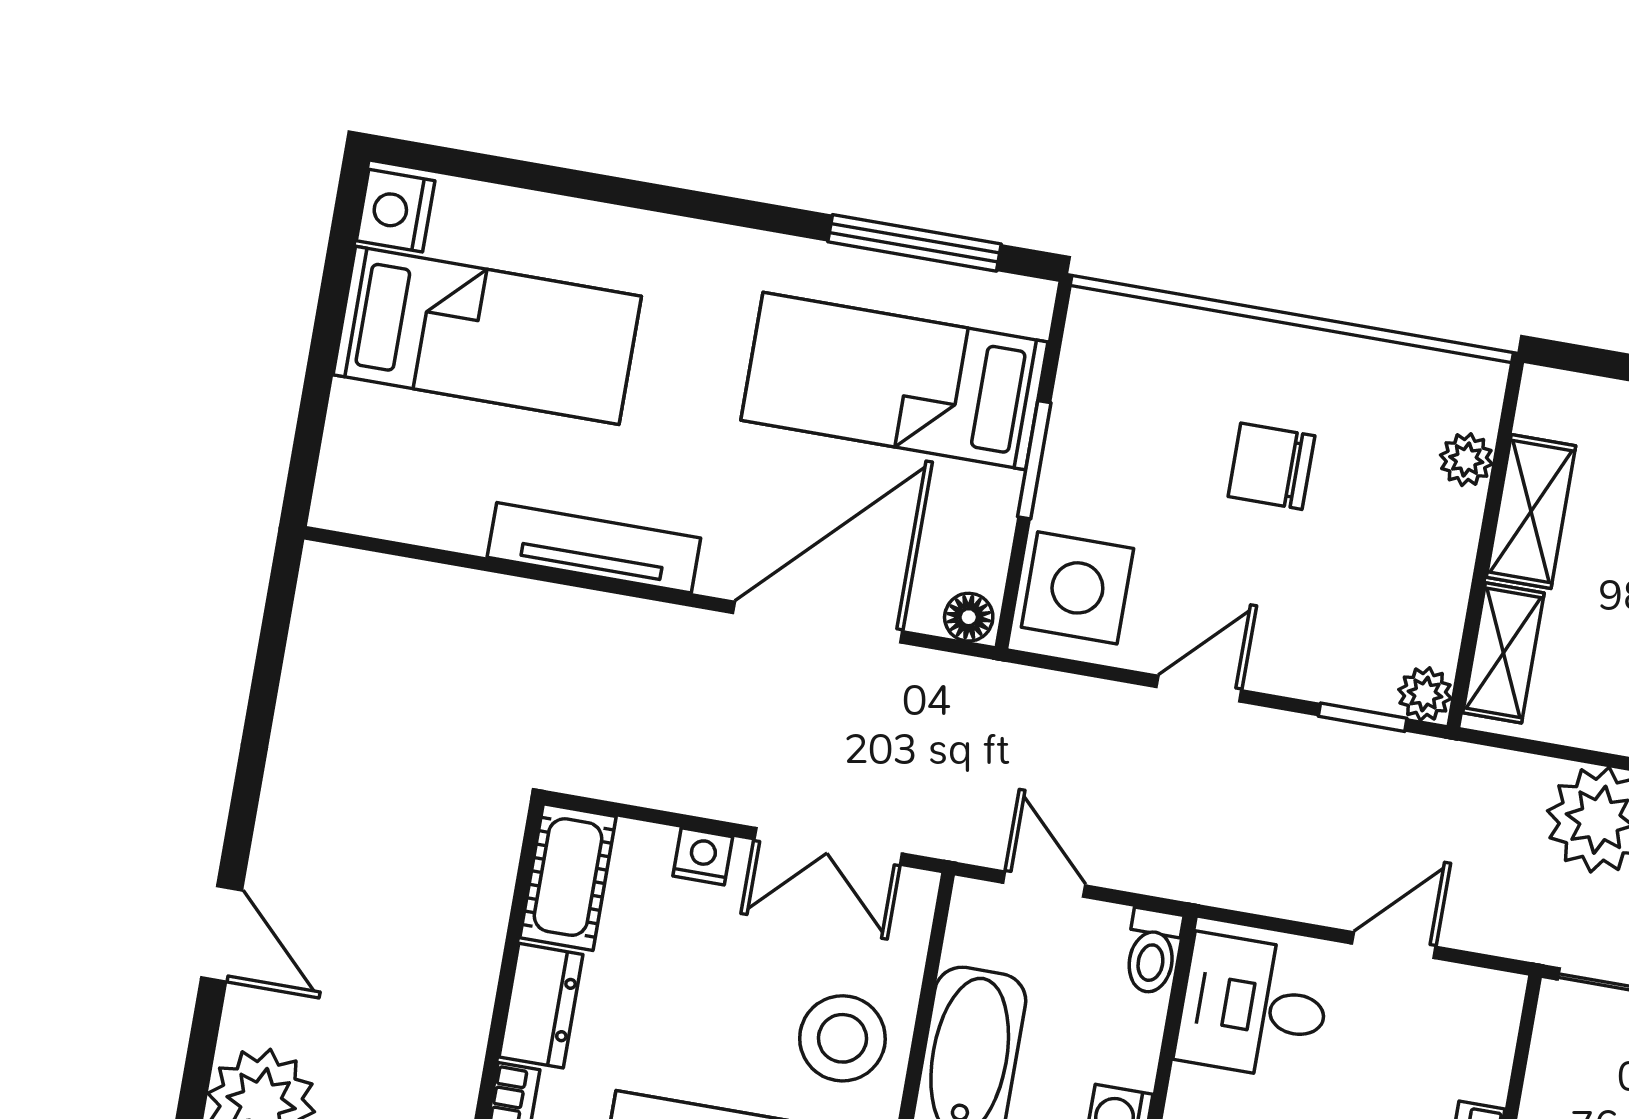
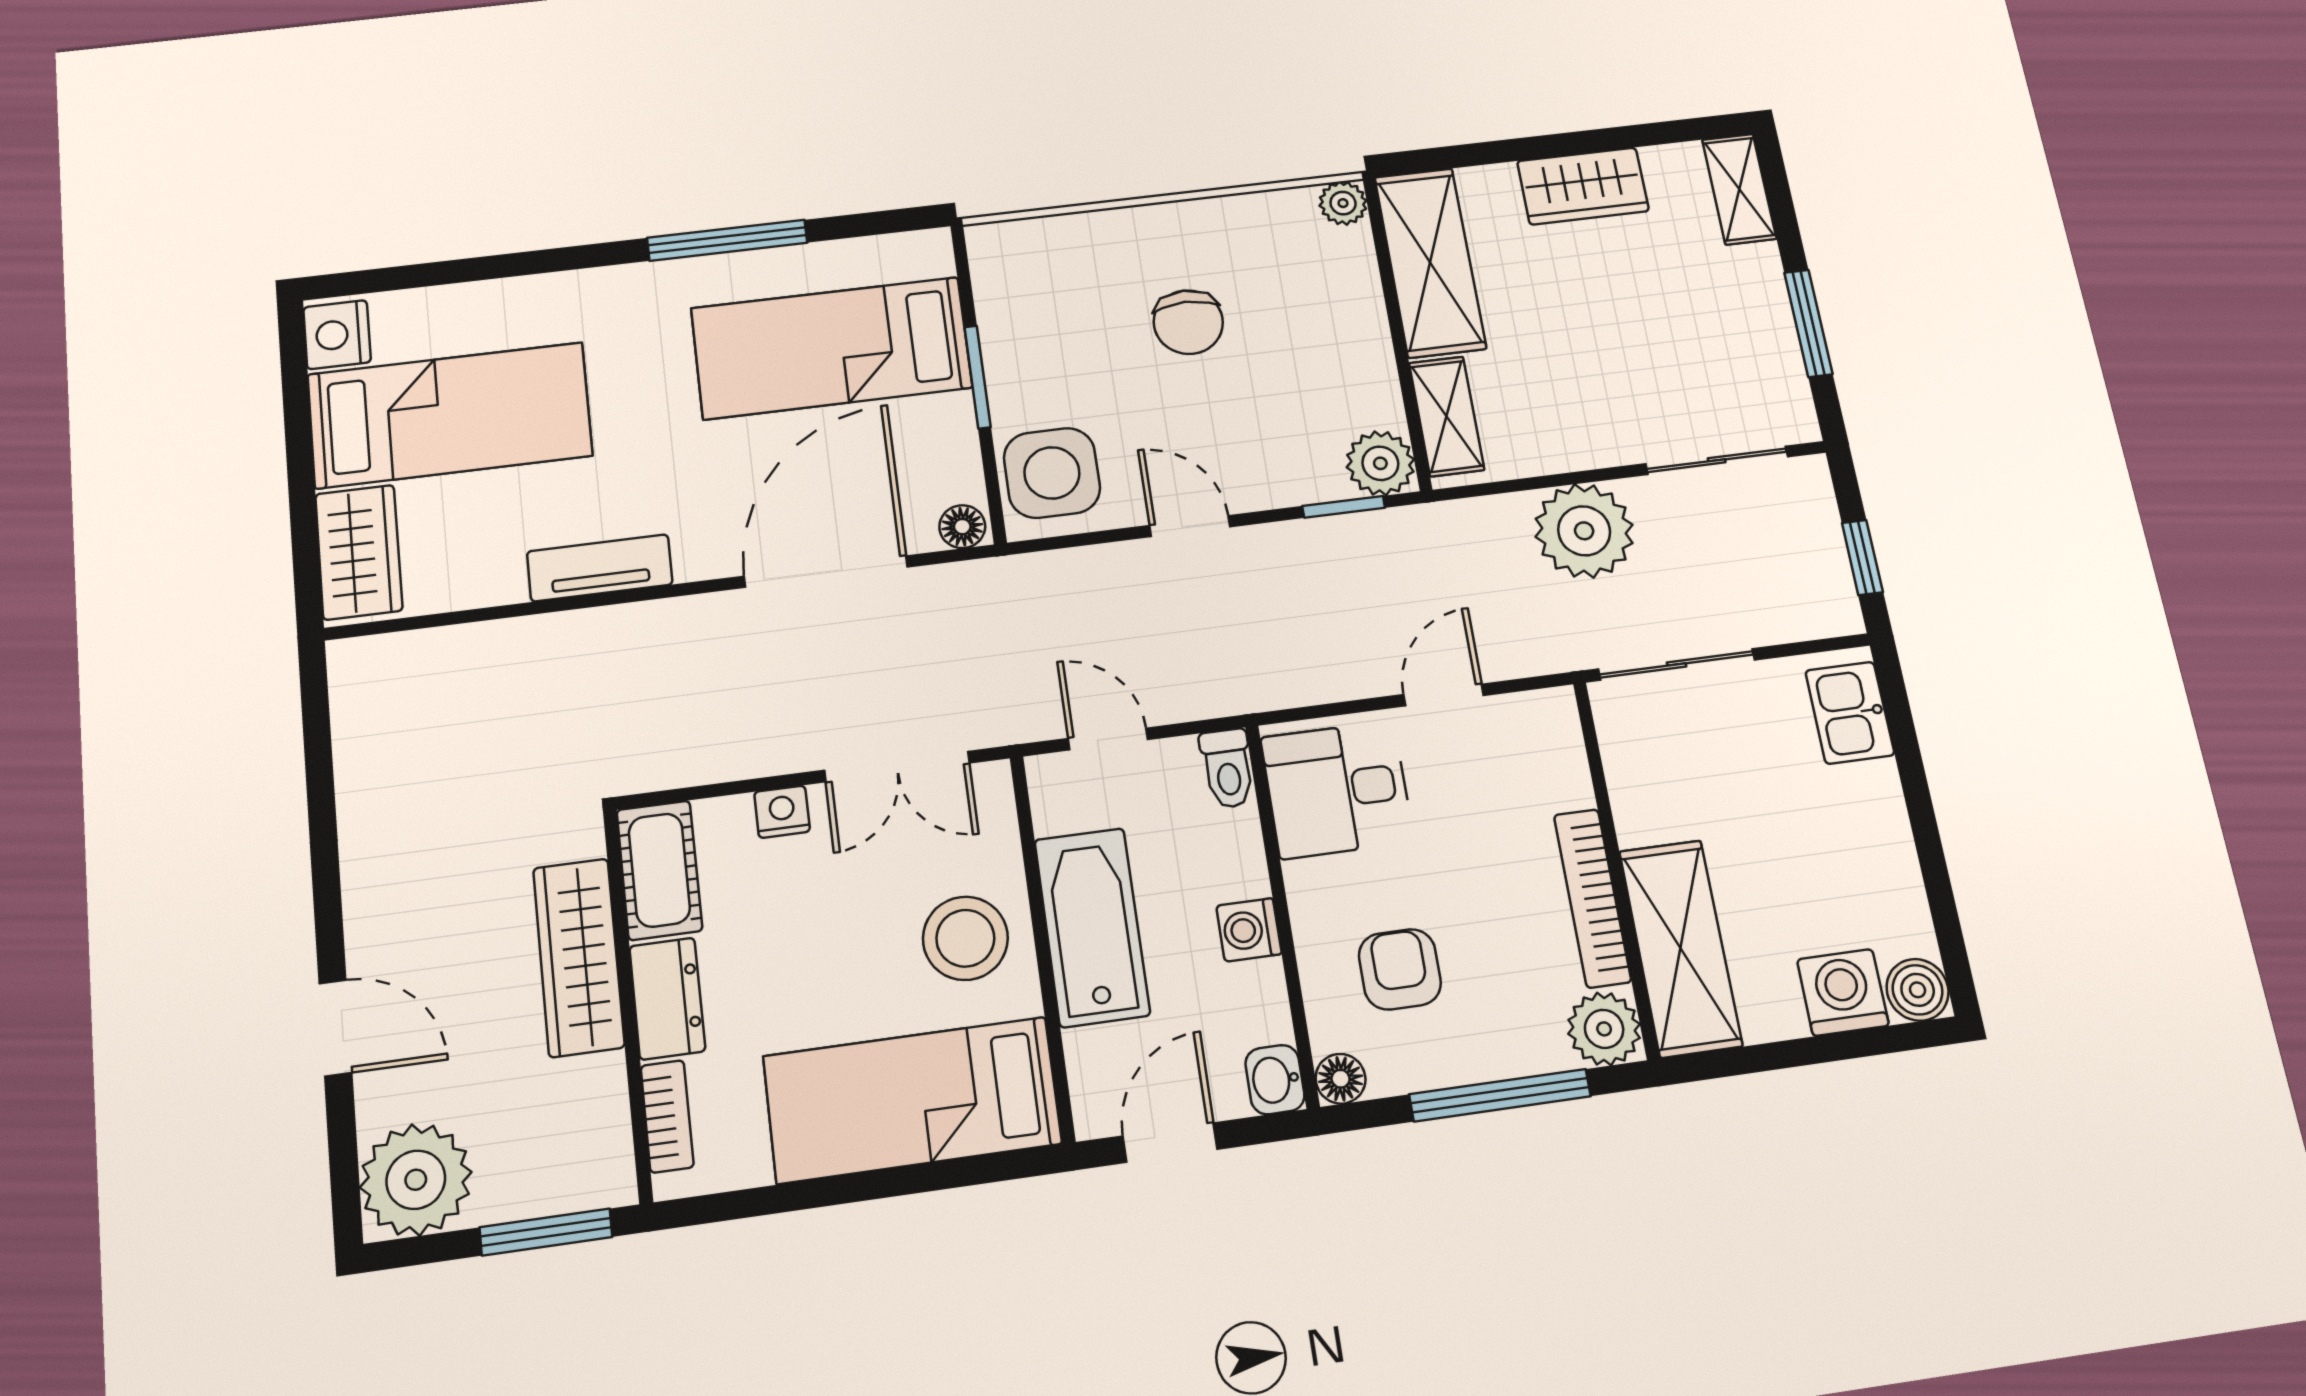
window: (914, 243) -> (727, 240), moved
wardrobe: (360, 456) -> (359, 552), added
plant: (1466, 460) -> (1343, 203), moved
chair: (1271, 466) -> (1188, 322), turned -90
shelving: (1531, 511) -> (1430, 262), width x1.50, depth x1.33
tv unit: (594, 548) -> (600, 568), width x0.71
door: (1199, 689) -> (1190, 526), hinge flipped
plant: (1425, 694) -> (1380, 463), width x1.38, depth x1.38
wardrobe: (468, 938) -> (579, 957), added

